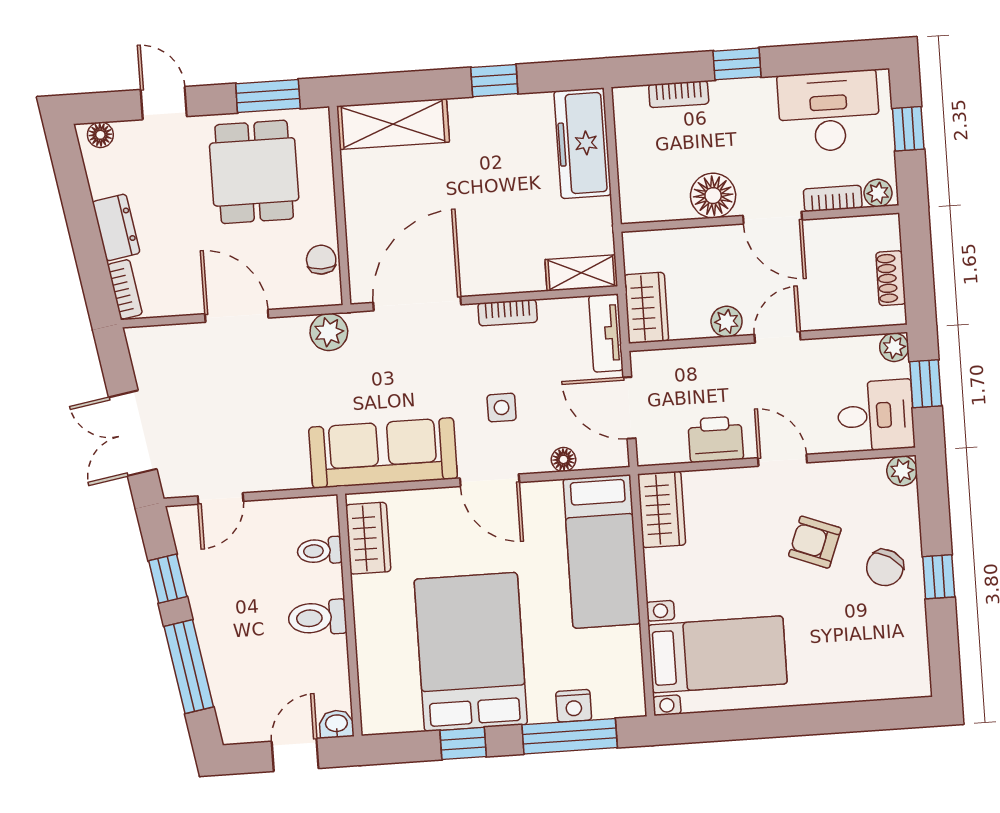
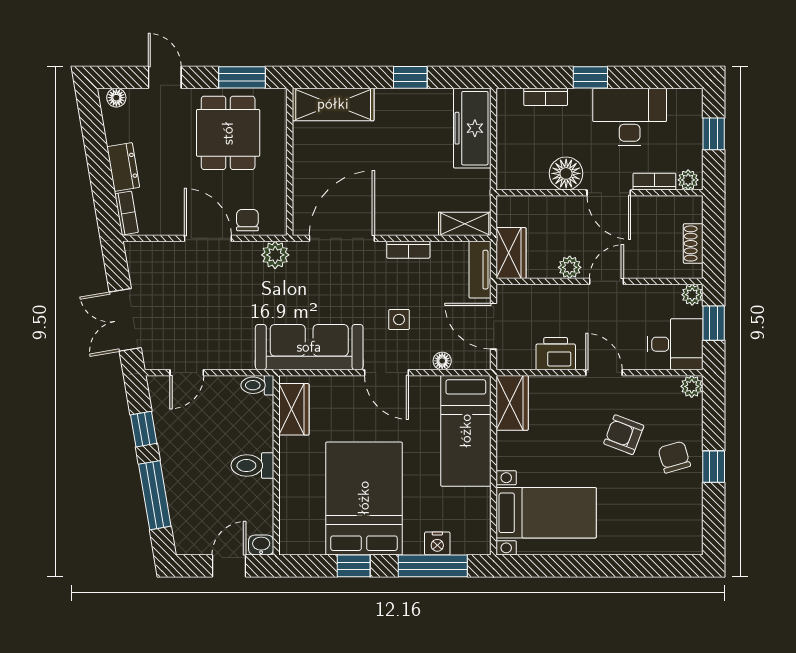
desk: (829, 111) -> (630, 117), moved
chair: (321, 260) -> (247, 220), moved
toilet: (320, 551) -> (257, 385), moved
chair: (885, 568) -> (674, 457), turned 132

